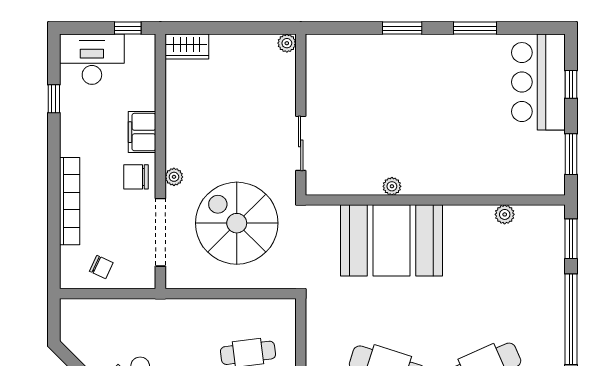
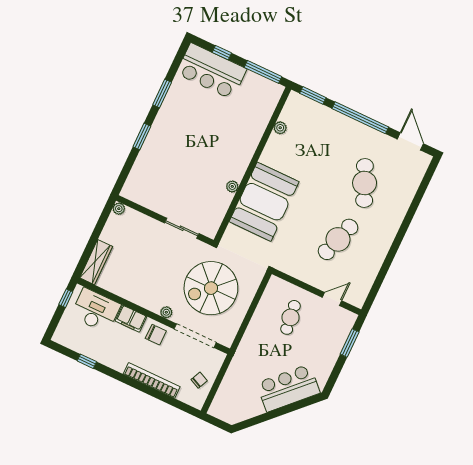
wardrobe: (187, 47) -> (96, 262), width x1.50
desk: (92, 59) -> (96, 310), moved, turned 90
window: (571, 154) -> (263, 72), width x1.44
chair: (136, 177) -> (156, 335), turned -90

